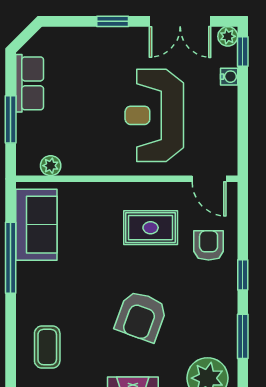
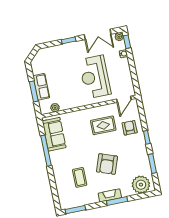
row of seats: (30, 83) -> (41, 87), moved
door: (209, 179) -> (124, 99), hinge flipped
coffee table: (47, 347) -> (80, 177), moved

